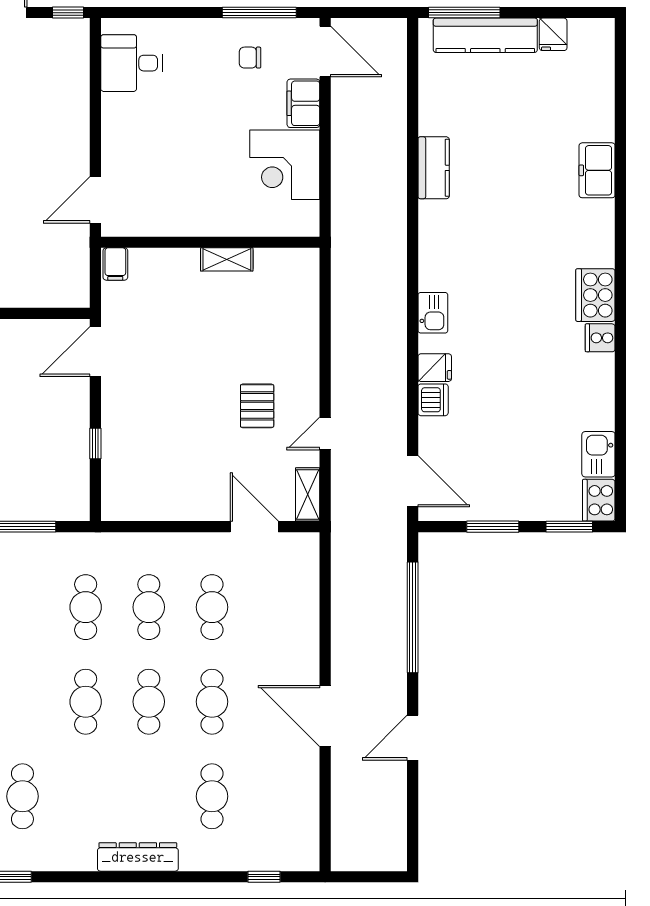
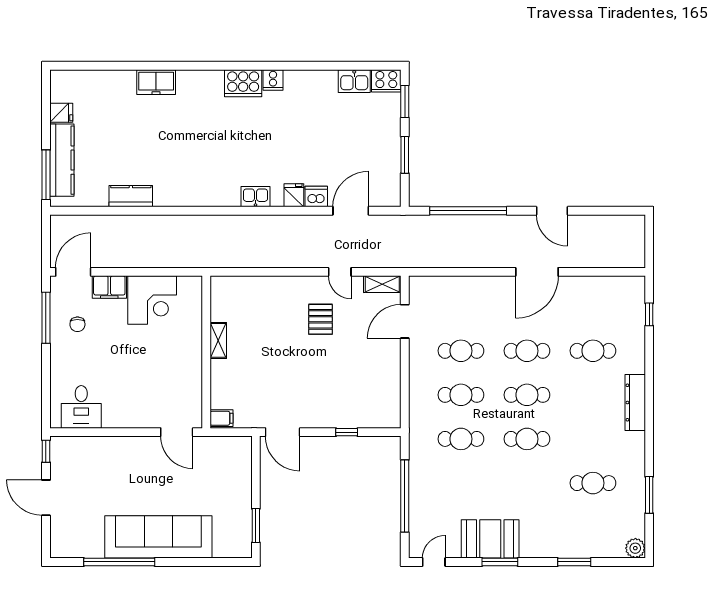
kitchen counter: (434, 168) -> (131, 196), moved
pallet: (257, 406) -> (320, 319), turned 90
door: (413, 481) -> (351, 211), moved

